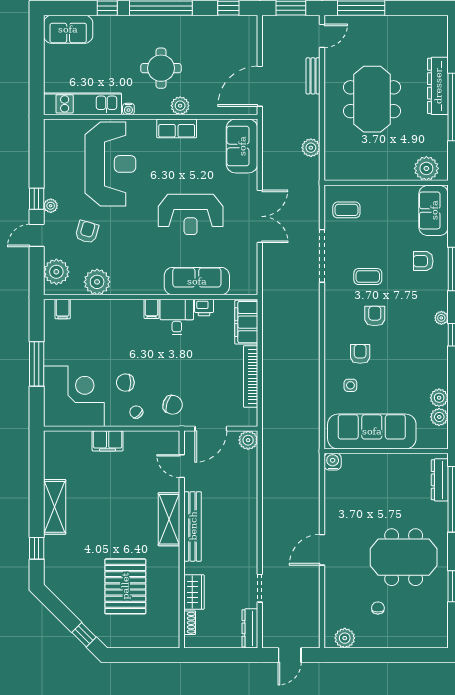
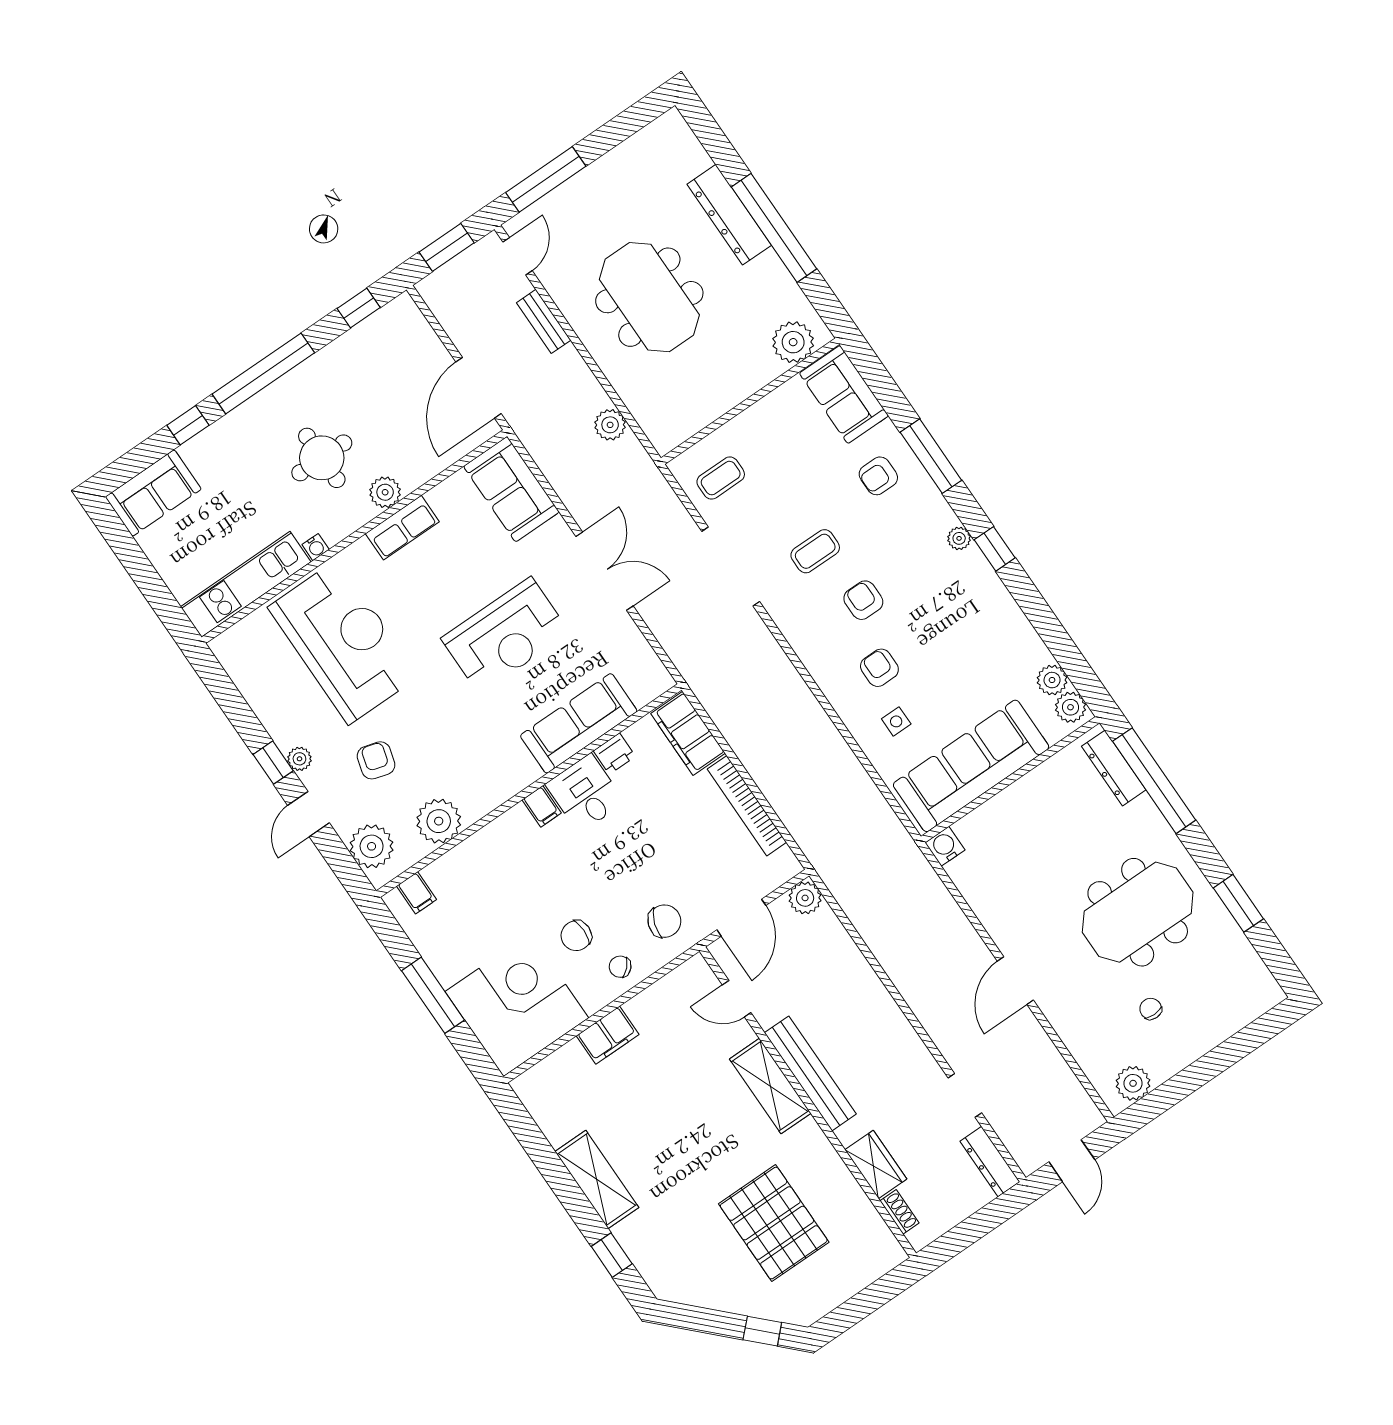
plant: (439, 398) -> (1071, 707), moved

